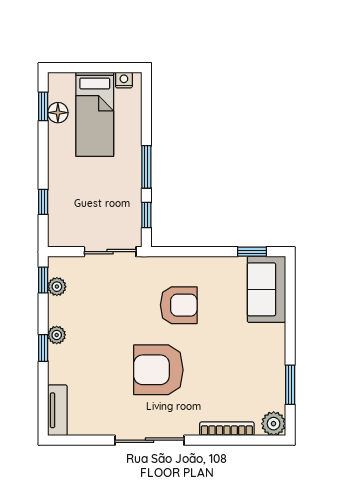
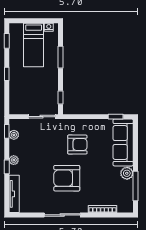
floor lamp: (58, 113) -> (14, 44), removed
window: (146, 167) -> (61, 57), moved
window: (43, 202) -> (7, 74), moved
sofa: (266, 289) -> (123, 142), width x1.36
window: (290, 385) -> (135, 186), width x1.44
tv unit: (57, 410) -> (14, 194), width x1.41
plant: (274, 424) -> (127, 173), moved

